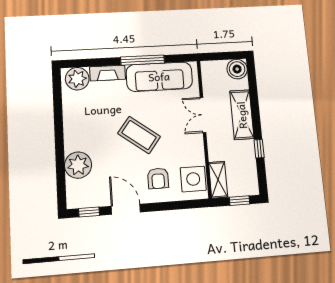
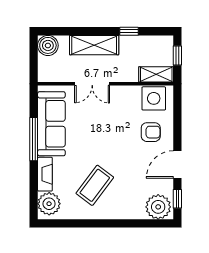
coffee table: (139, 135) -> (95, 185), moved
plant: (78, 165) -> (158, 207), moved

